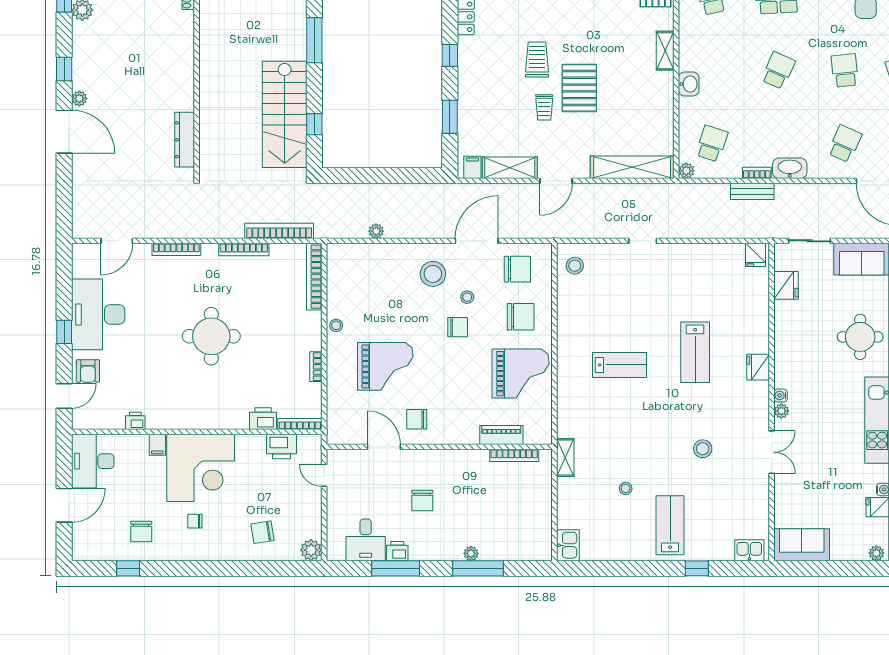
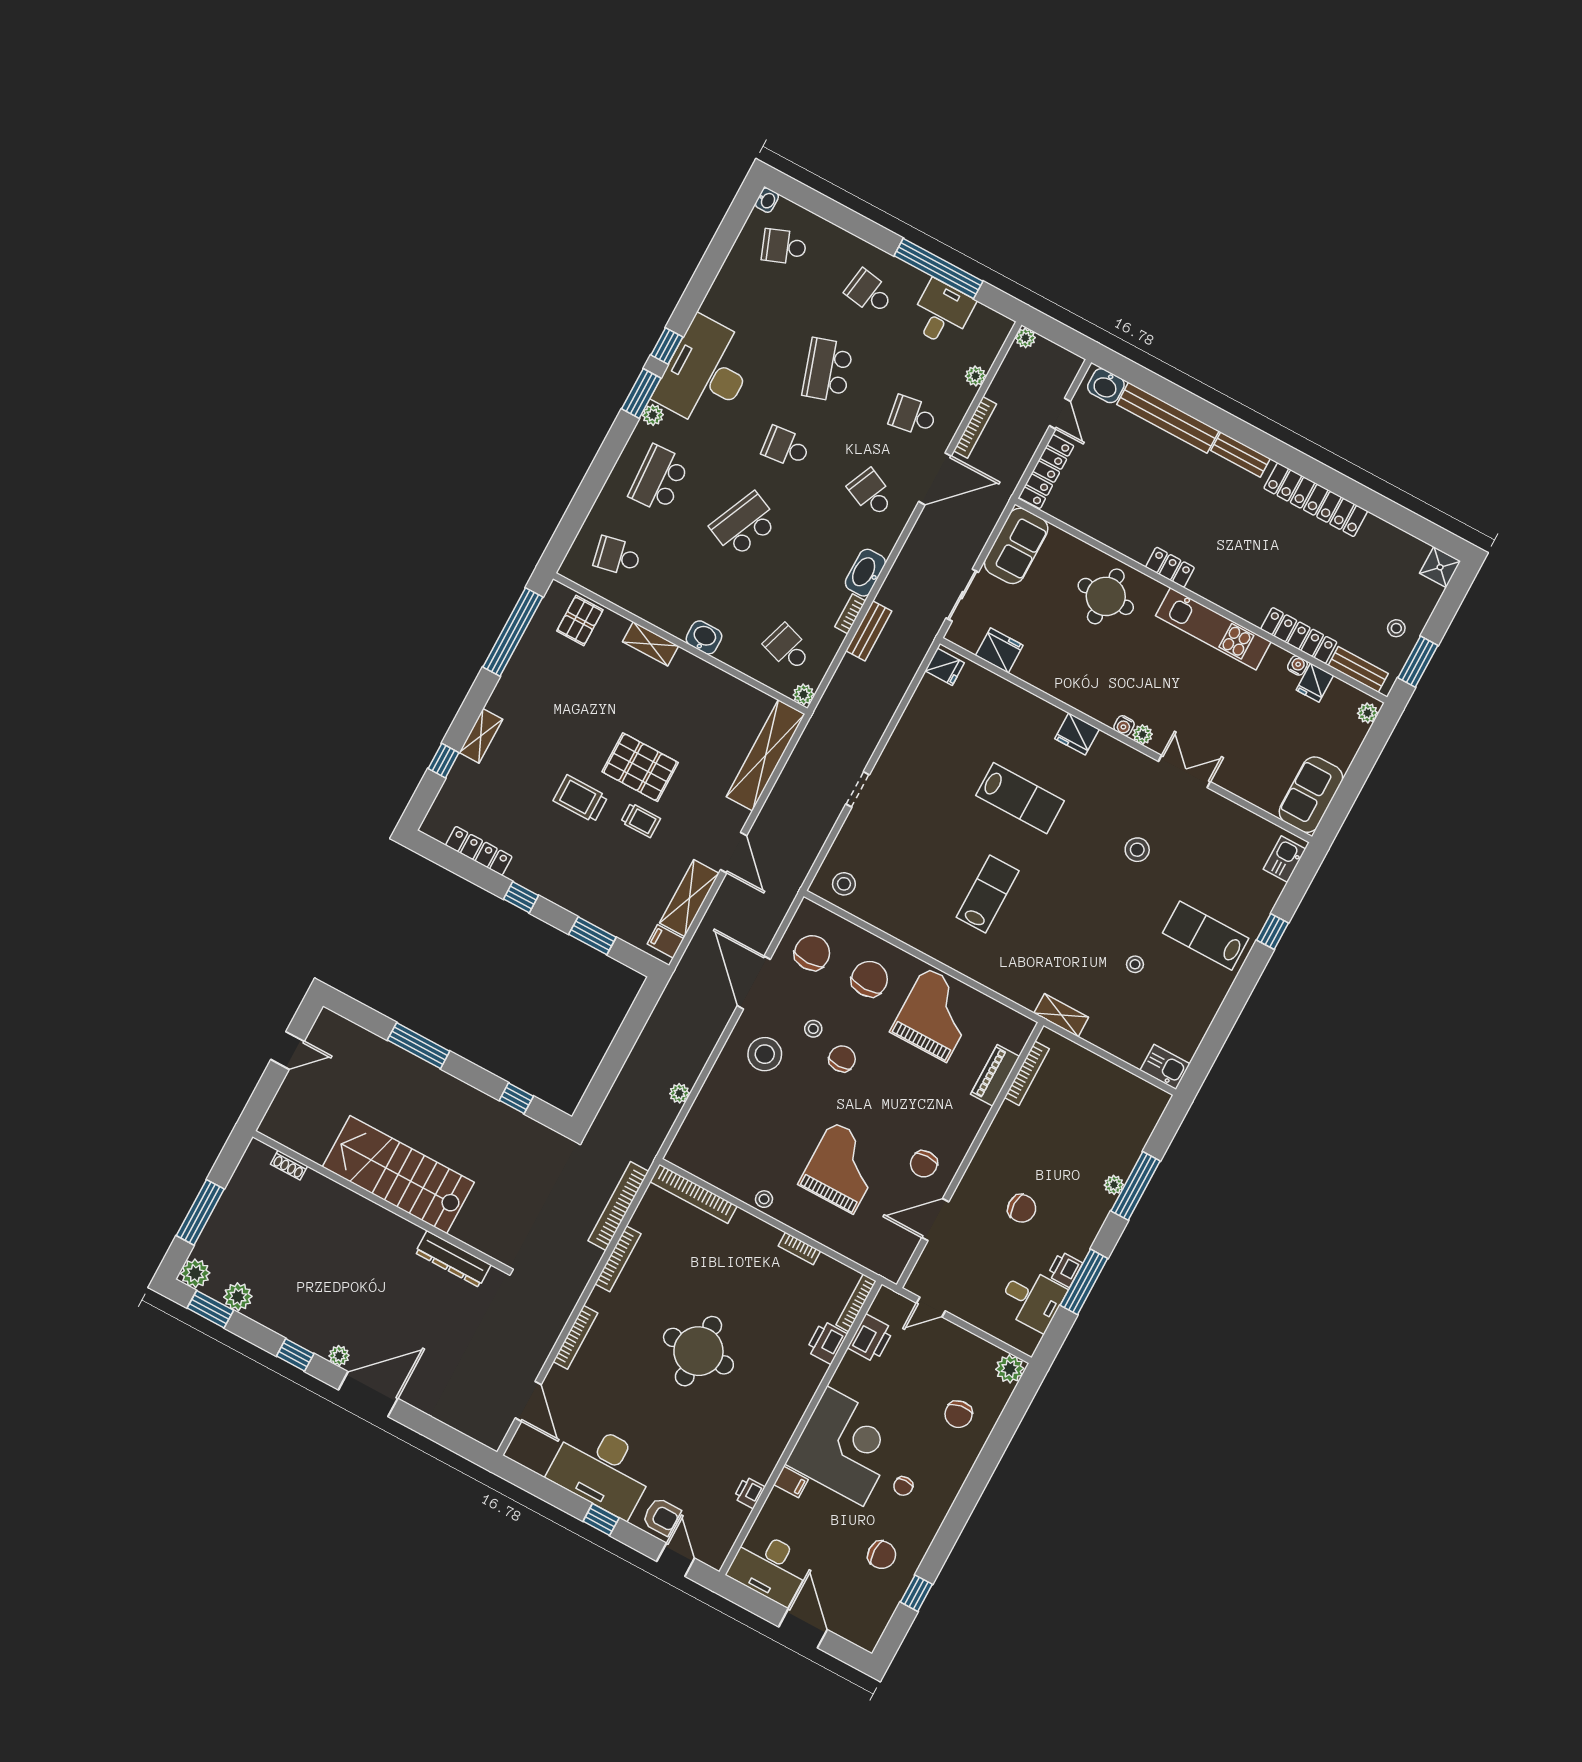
school desk: (778, 70) -> (744, 525), width x1.85
stairs: (285, 114) -> (398, 1175), moved, turned 180

